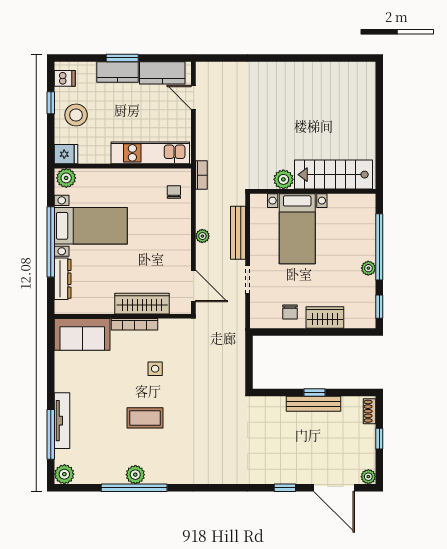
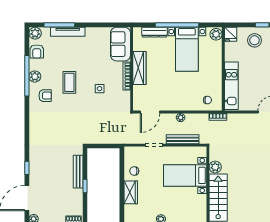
wardrobe: (142, 304) -> (139, 68), moved
bench: (314, 404) -> (78, 172), moved
armchair: (166, 458) -> (45, 96), added
armchair: (94, 471) -> (37, 52), added

